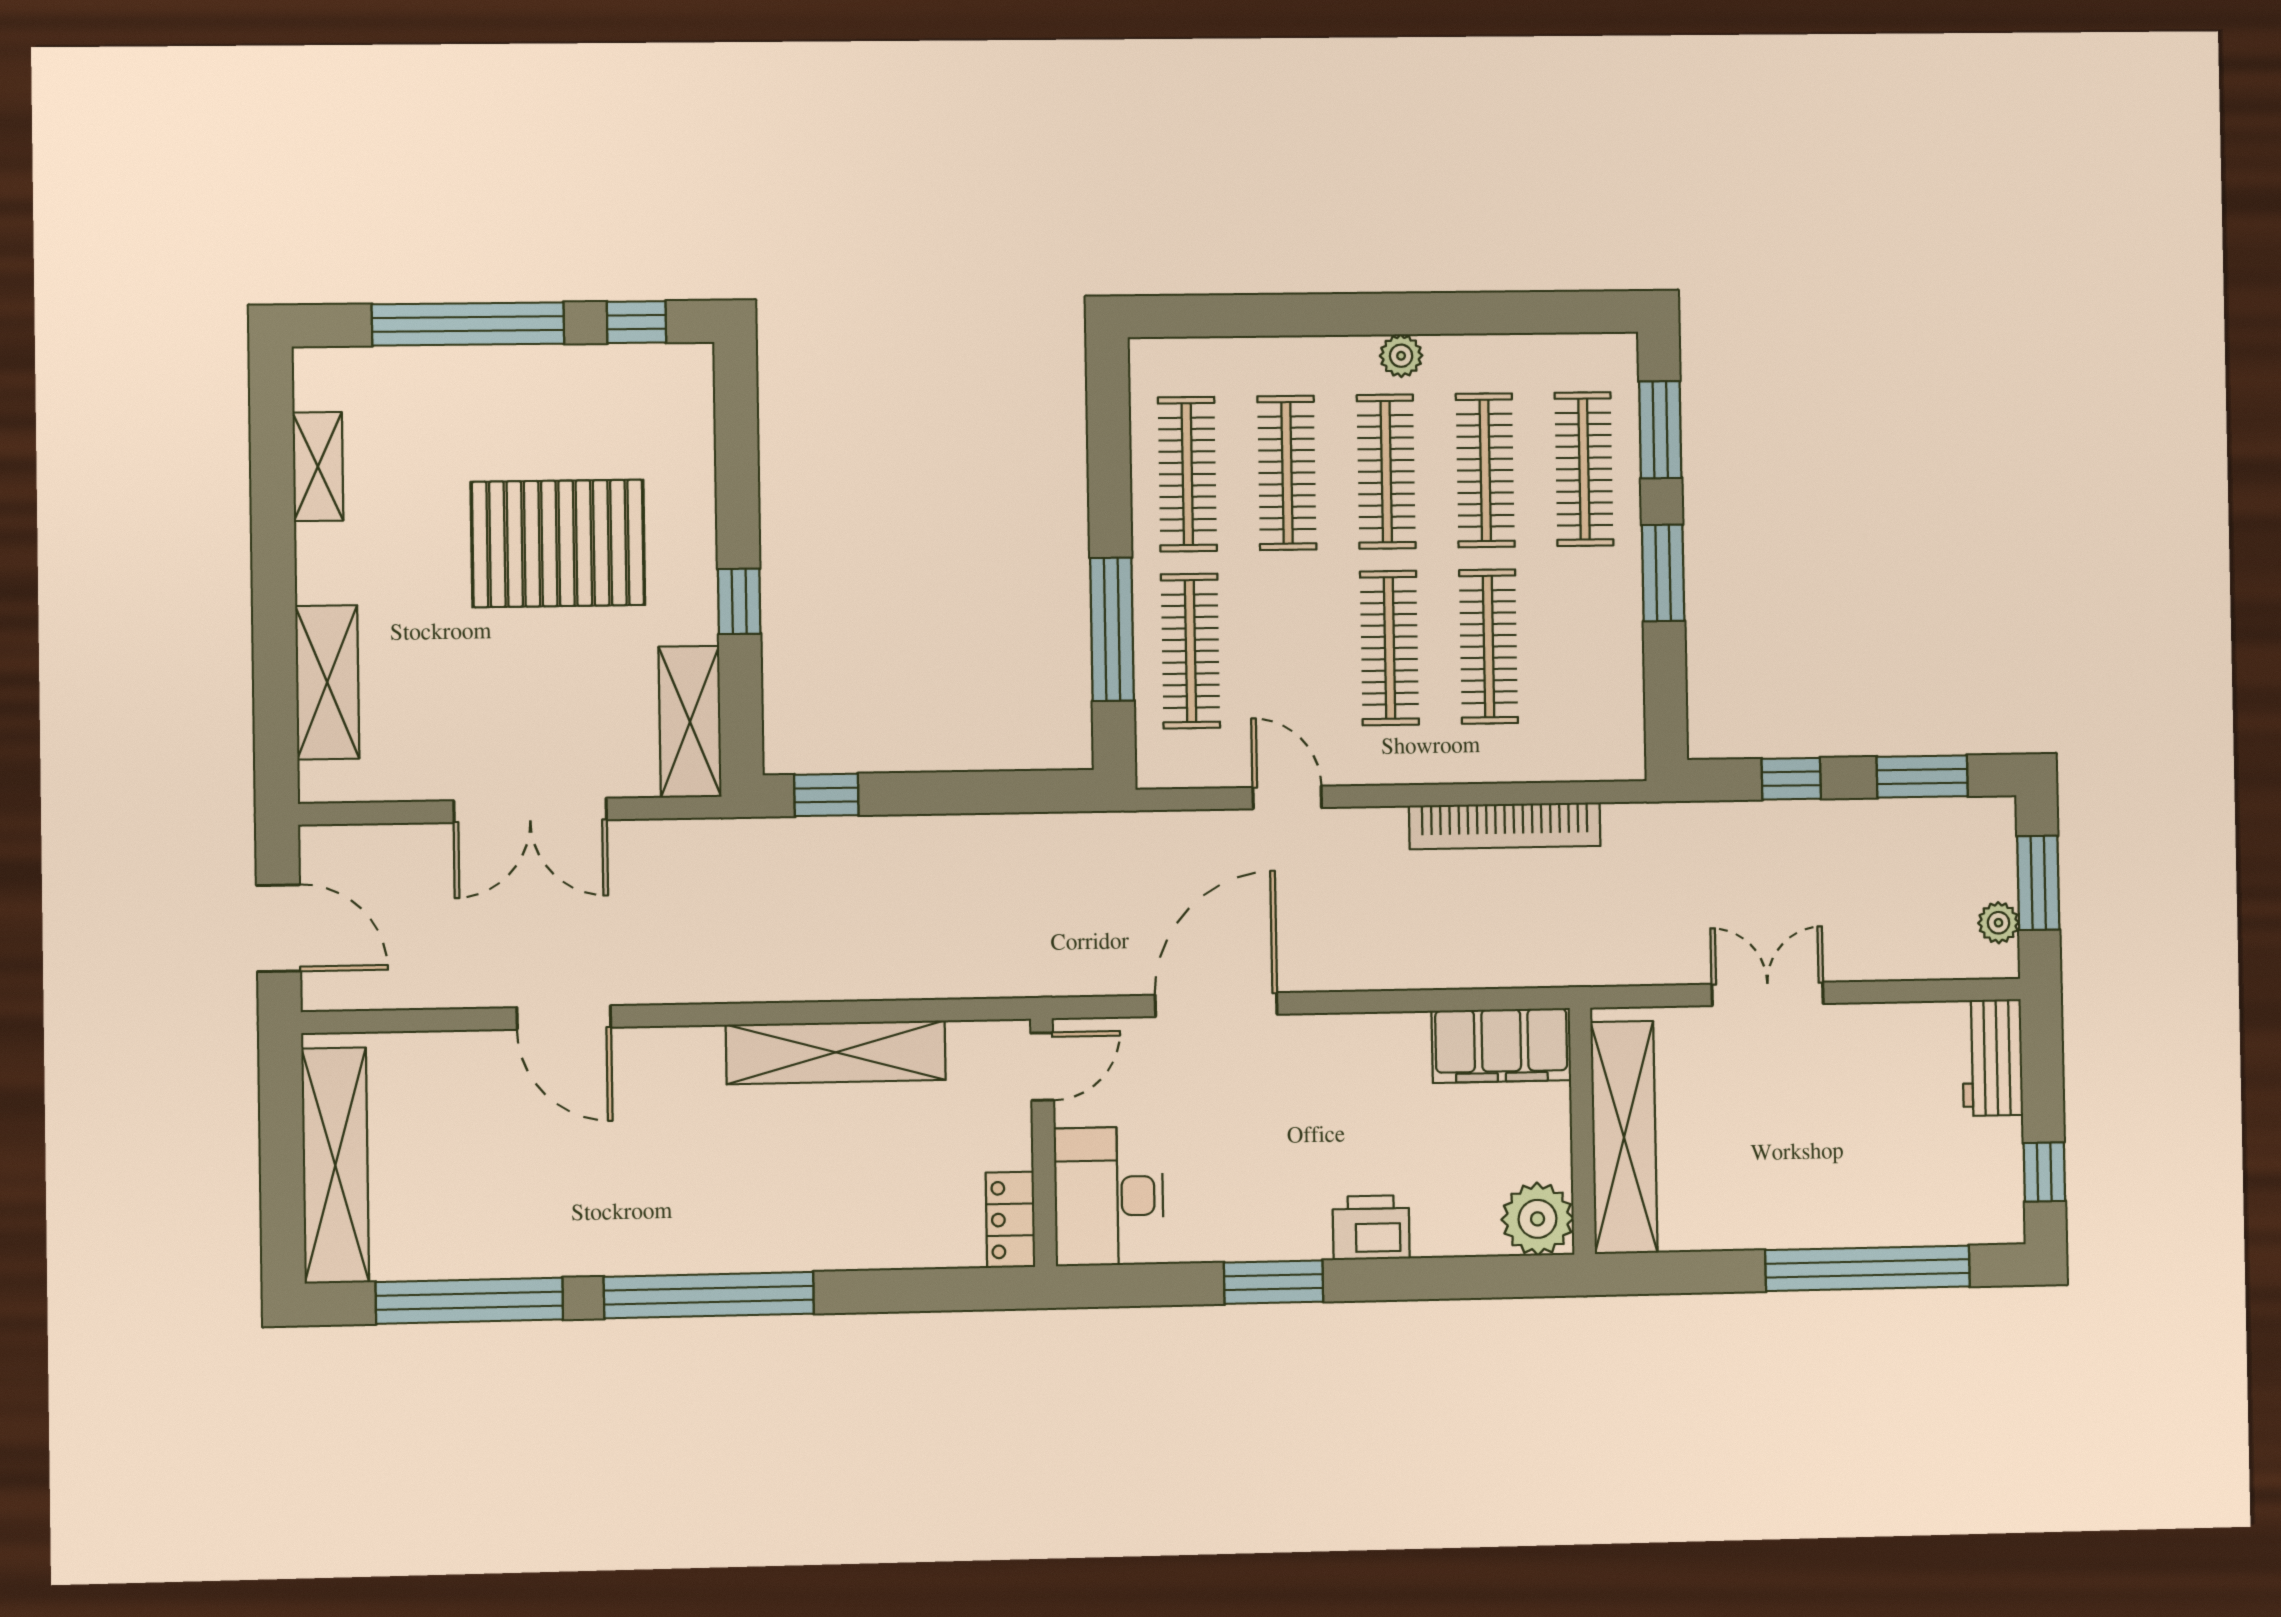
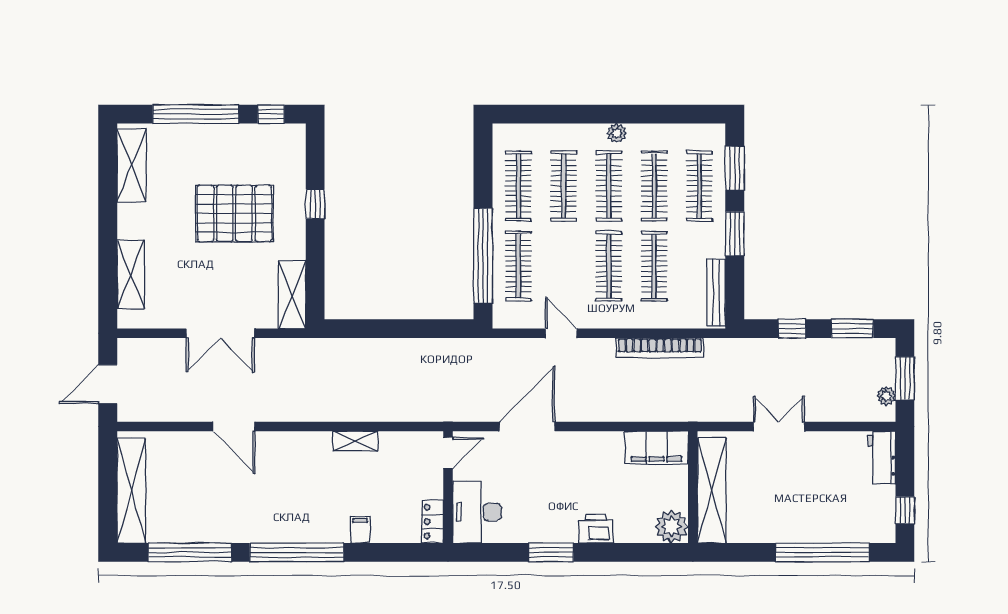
shelving: (318, 467) -> (132, 165), width x1.50, depth x1.33
window: (739, 601) -> (315, 204), moved
window: (1112, 629) -> (483, 256), width x1.46
bench: (1625, 703) -> (716, 293), added
window: (826, 795) -> (353, 329), removed
door: (279, 928) -> (108, 384), swing flipped
shelving: (836, 1052) -> (355, 441), width x0.45, depth x0.75
filing cabinet: (850, 1242) -> (360, 530), added

